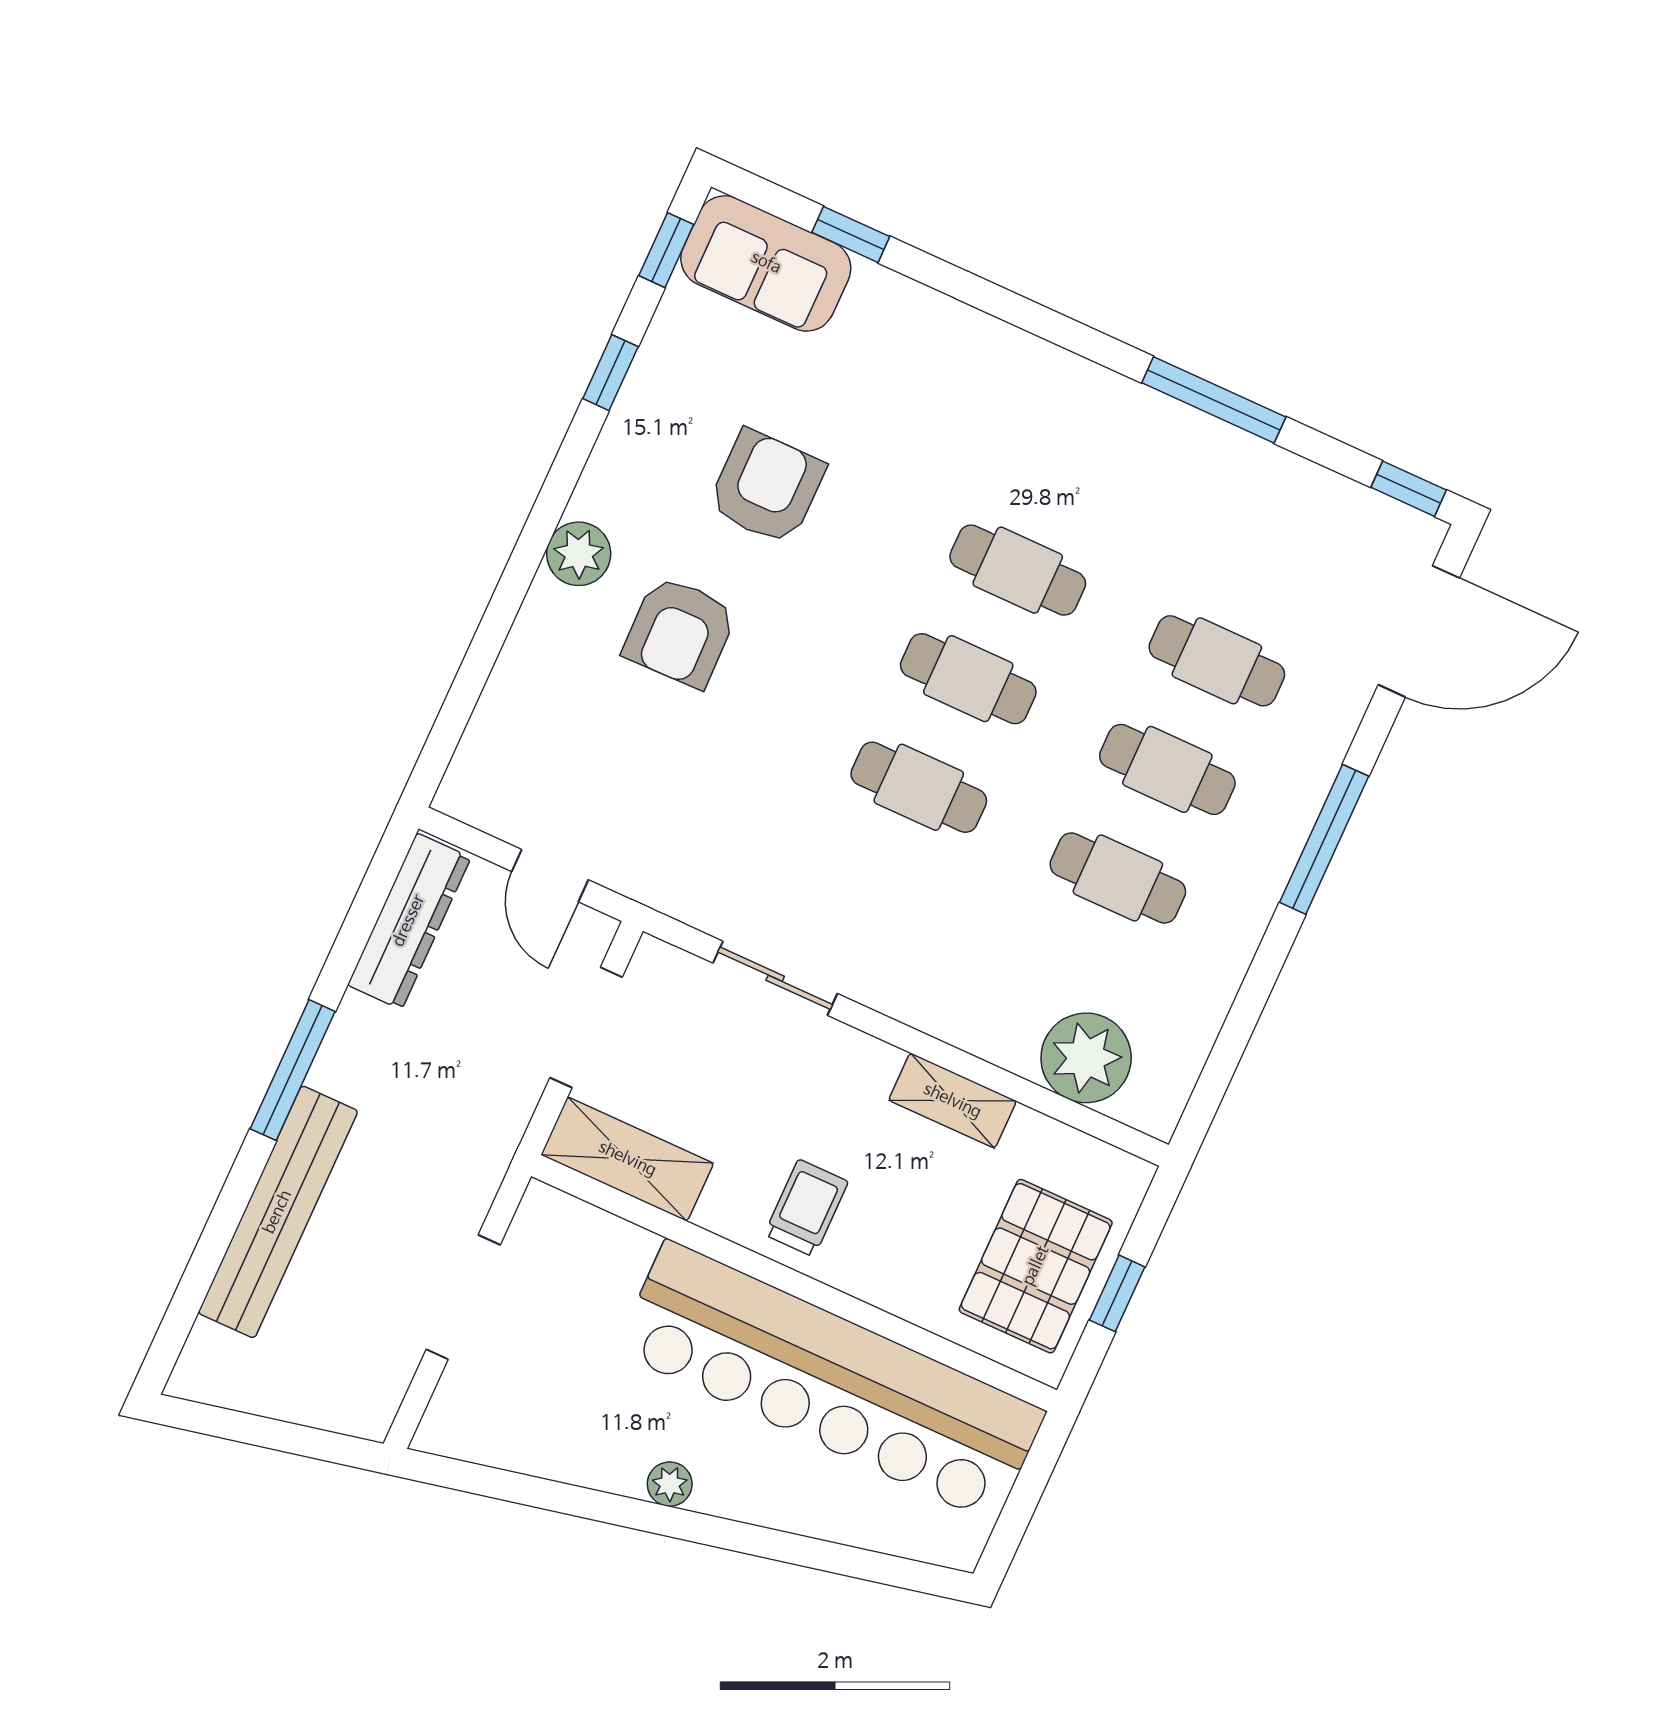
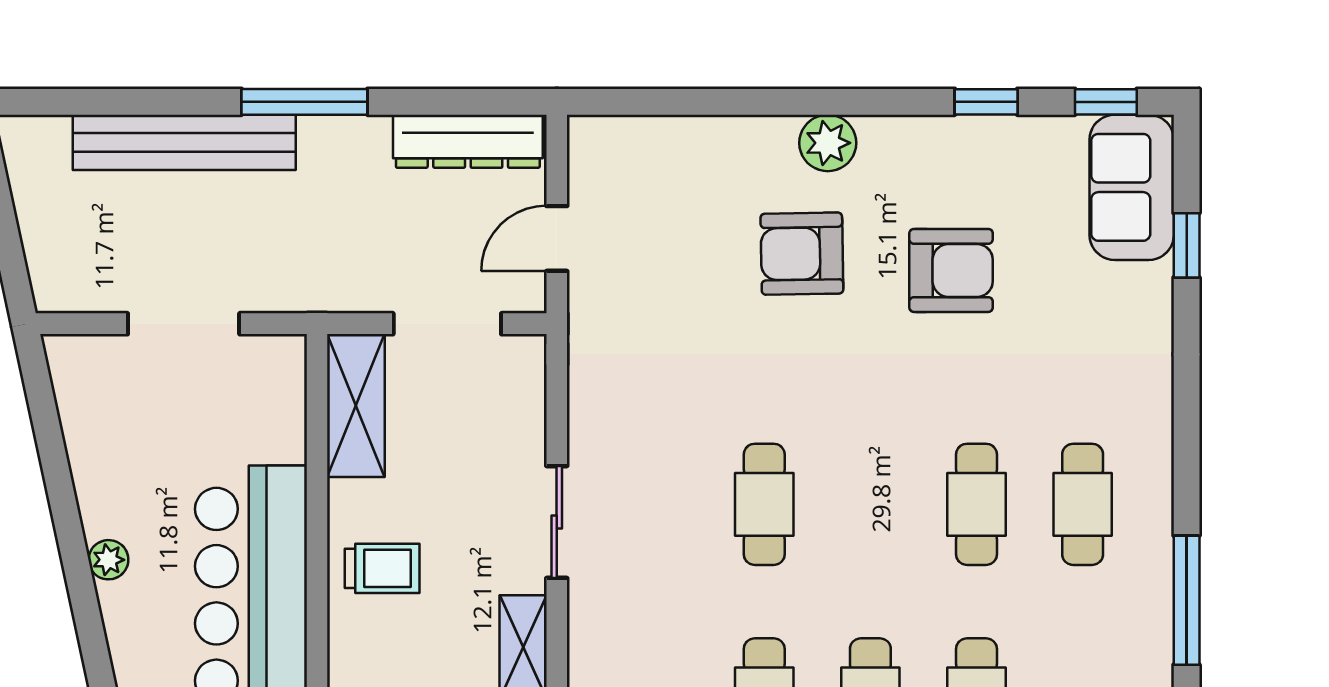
cafe table: (968, 679) -> (1083, 504), moved
sliding door: (775, 978) -> (557, 522), moved

